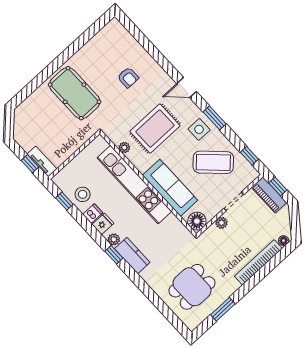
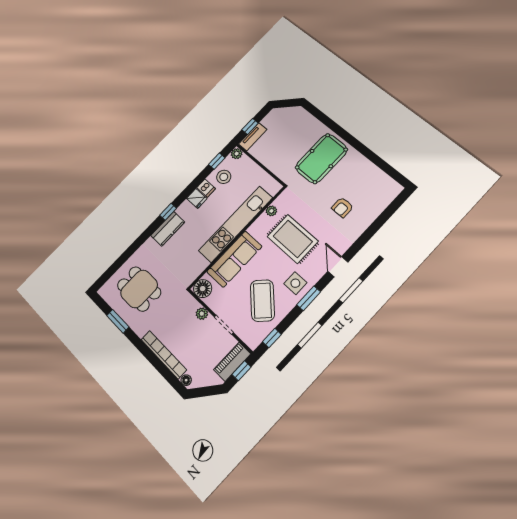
plant: (114, 239) -> (237, 154), moved

